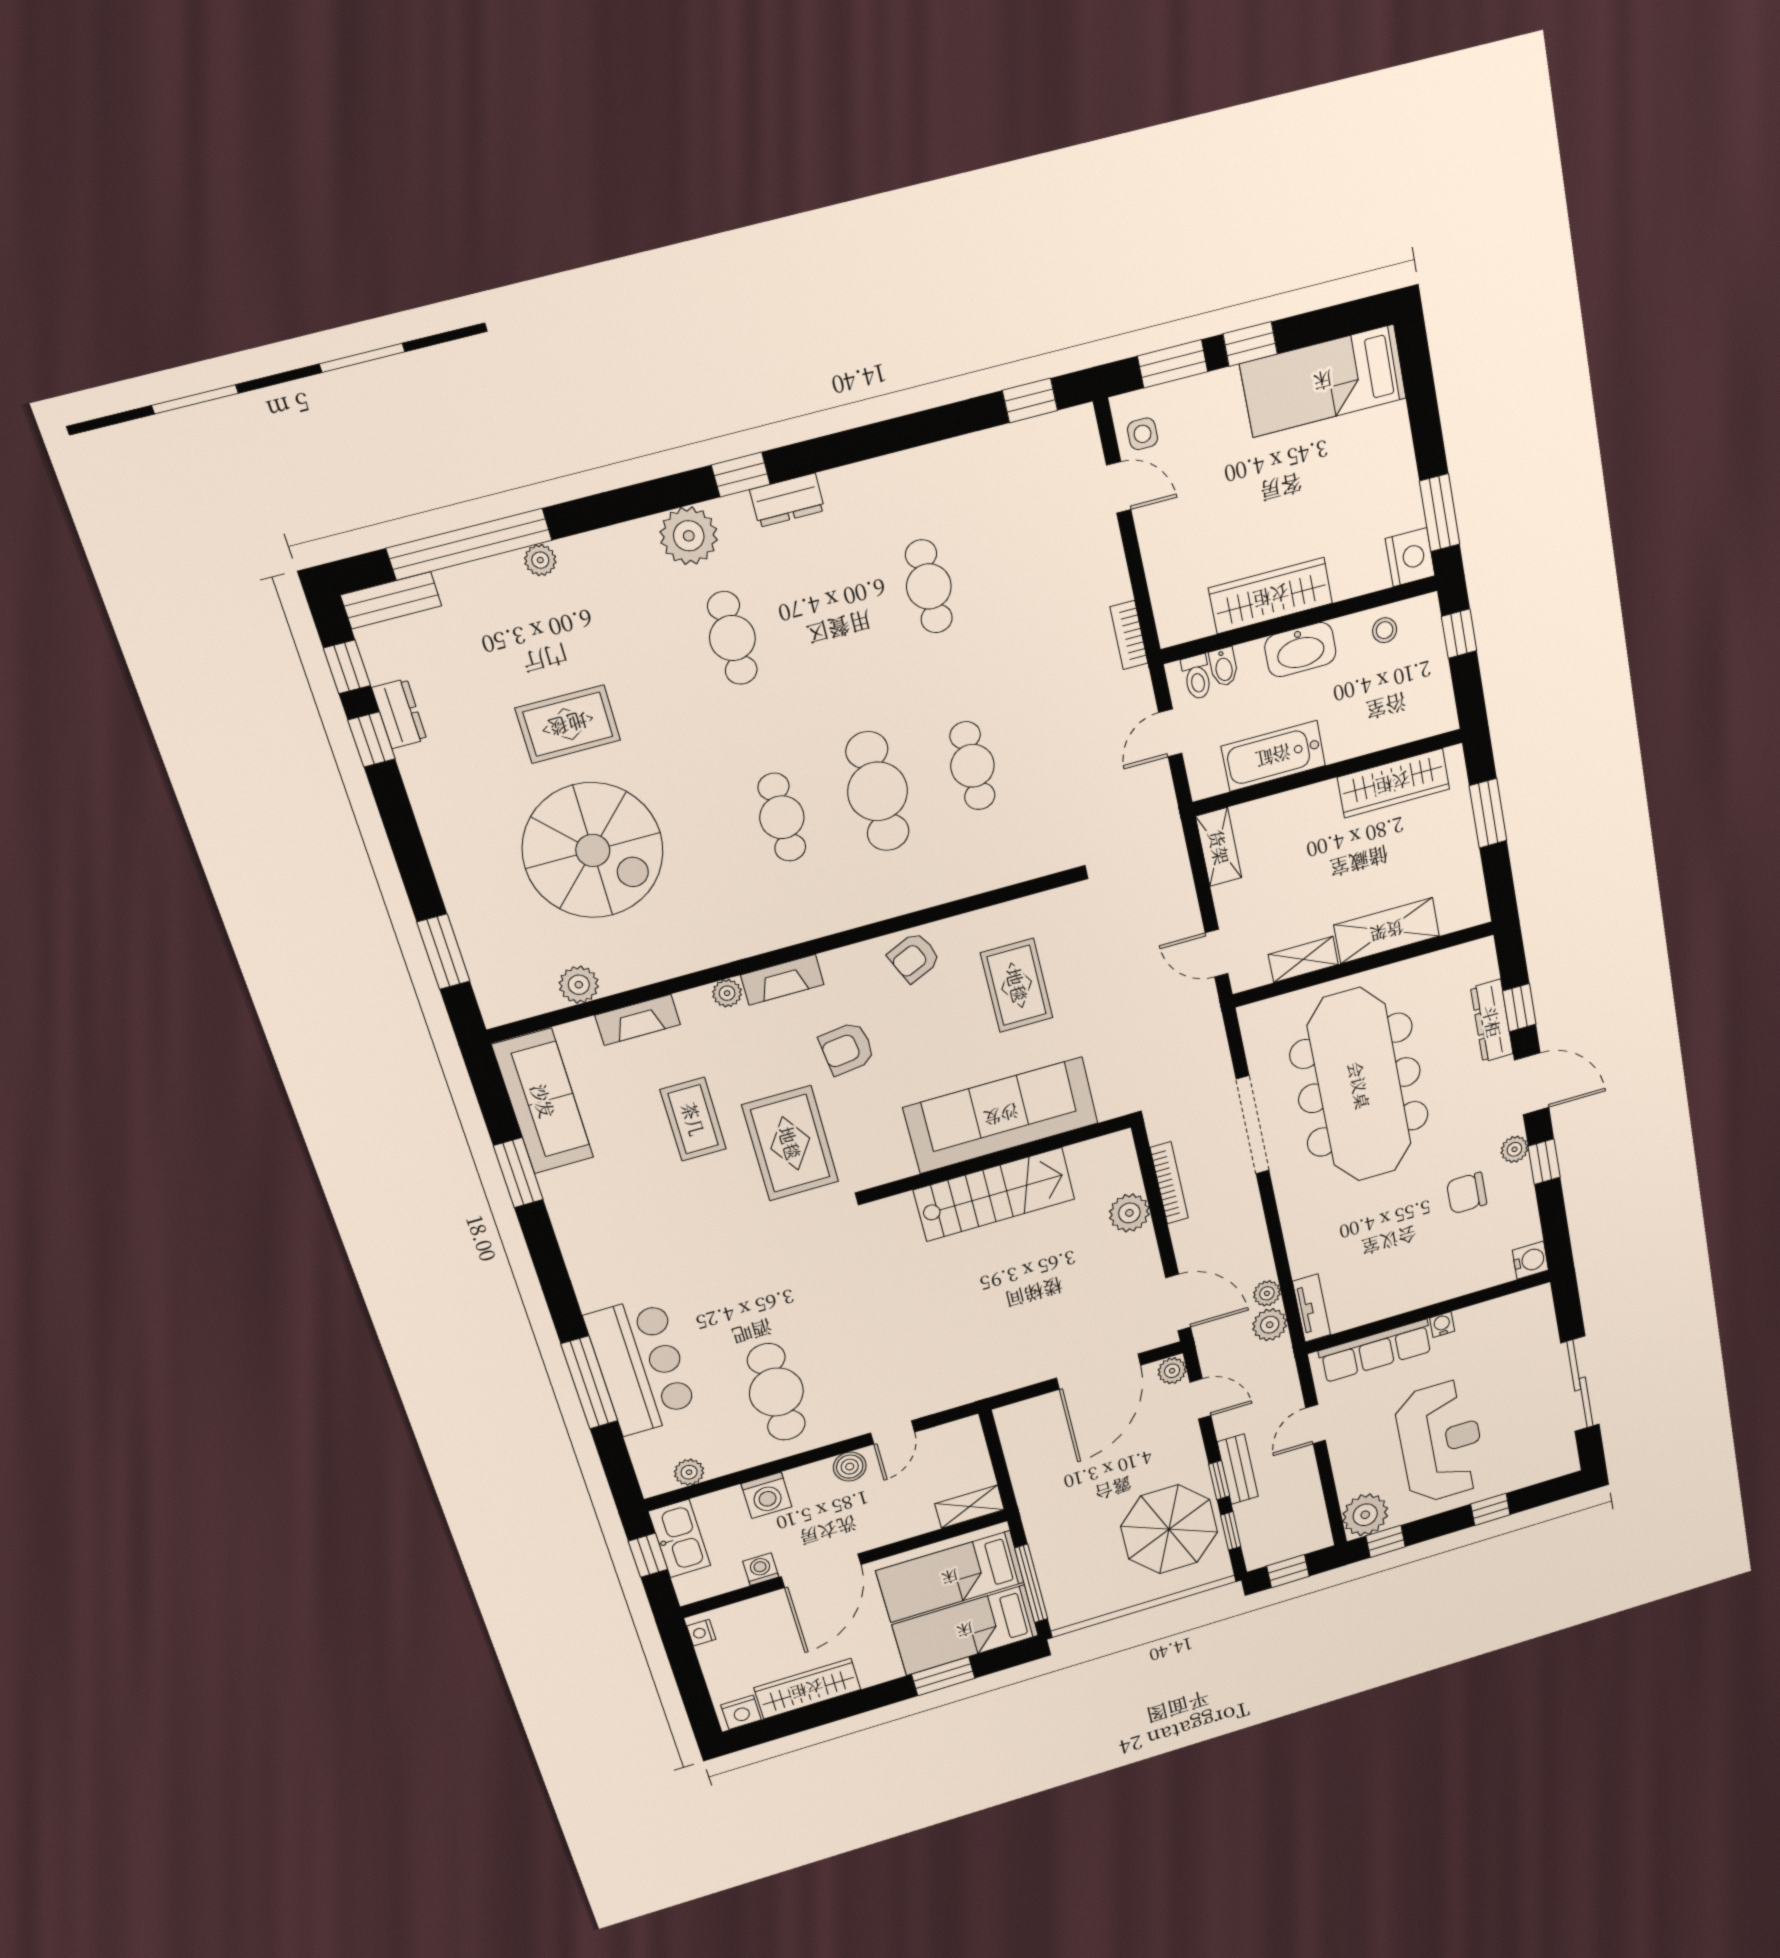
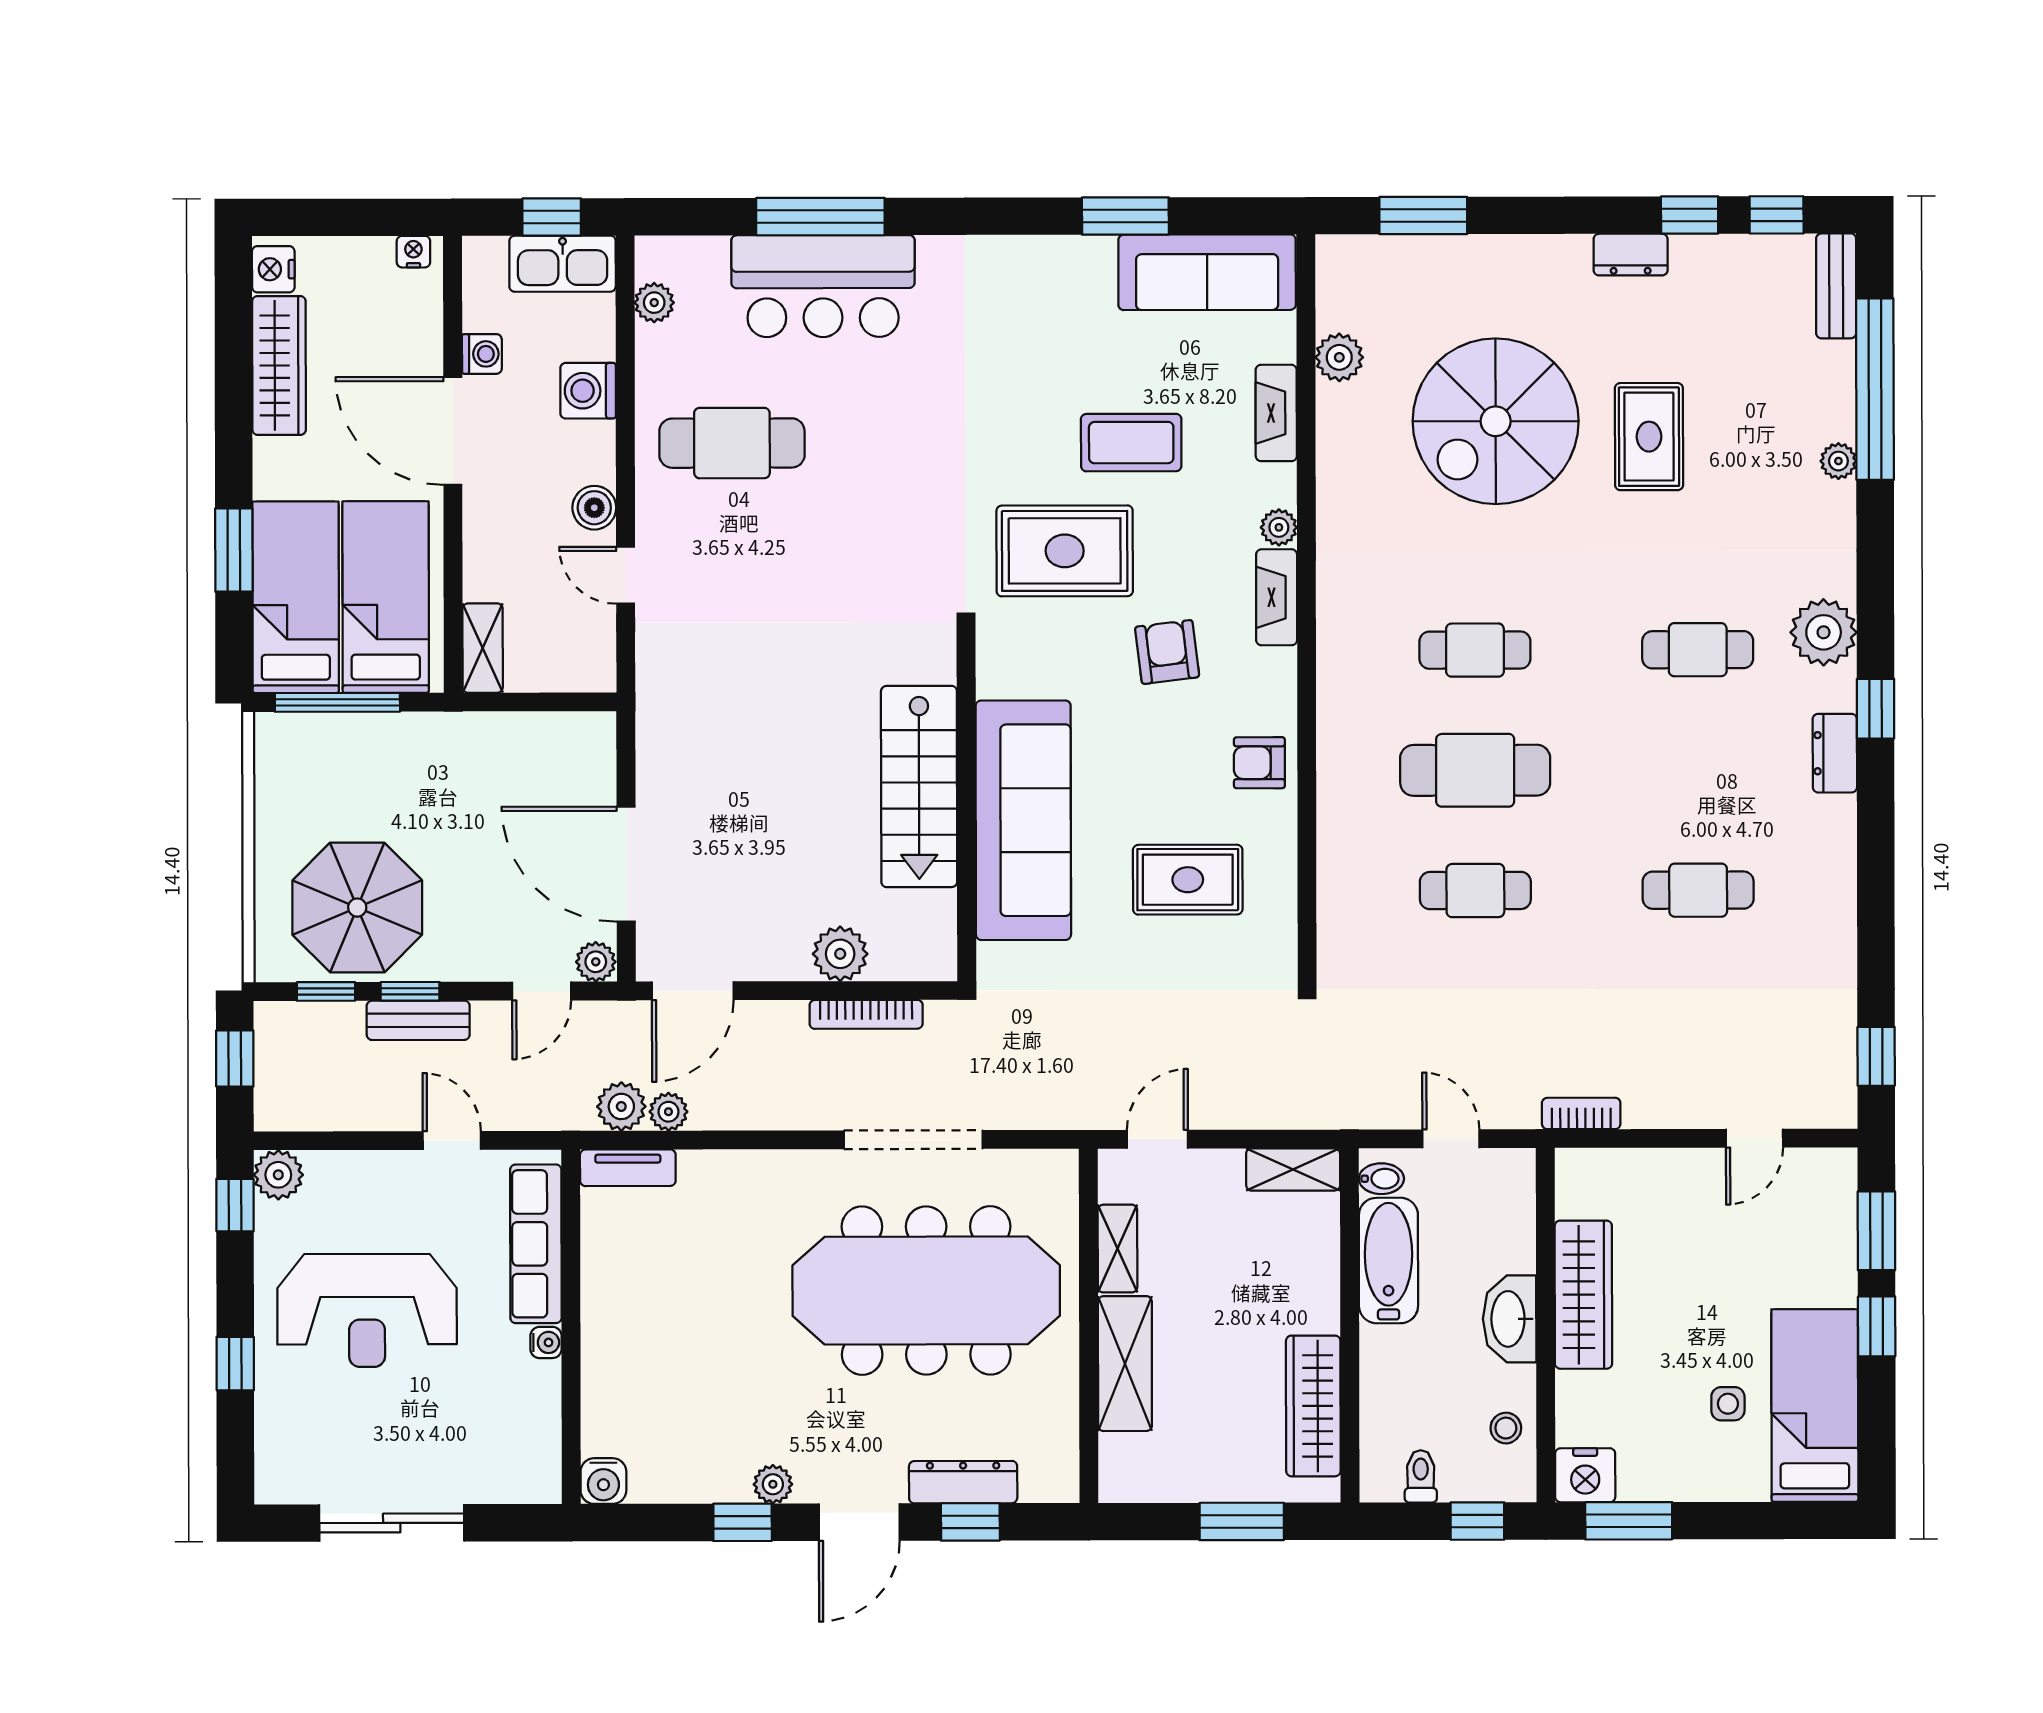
side table: (1143, 434) -> (1728, 1404), moved
bidet: (1224, 667) -> (1381, 1179), moved, turned 180
toilet: (1197, 677) -> (1421, 1476), moved, turned 90
dresser: (399, 714) -> (1631, 255), moved
armchair: (914, 957) -> (1259, 763), turned -66
chair: (1467, 1193) -> (730, 1409), removed
plant: (1365, 1515) -> (278, 1175), width x0.73, depth x0.73

